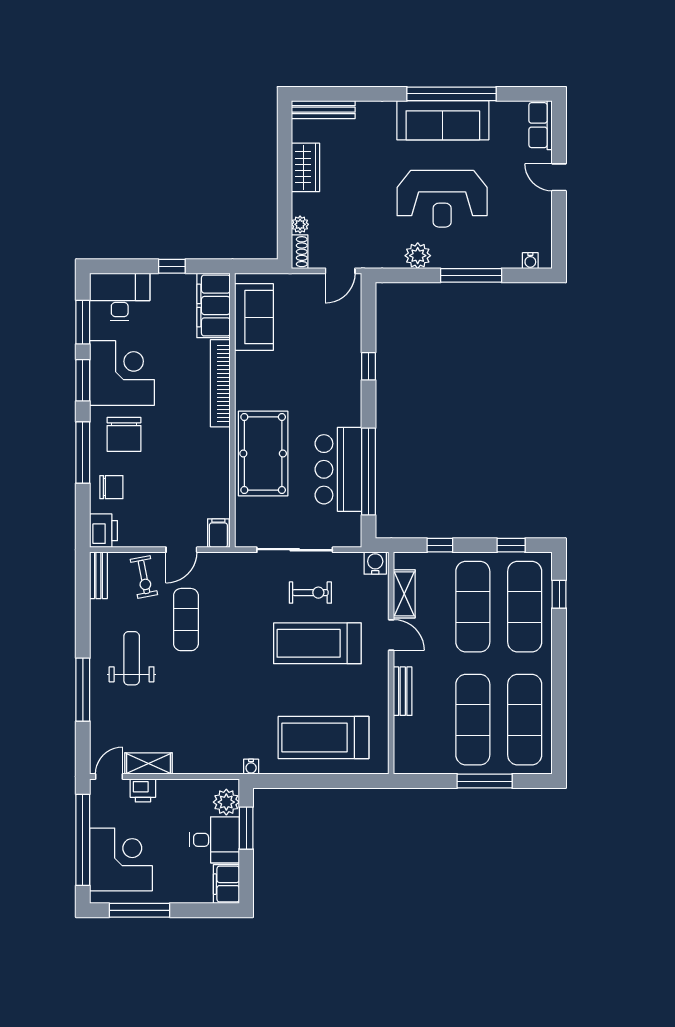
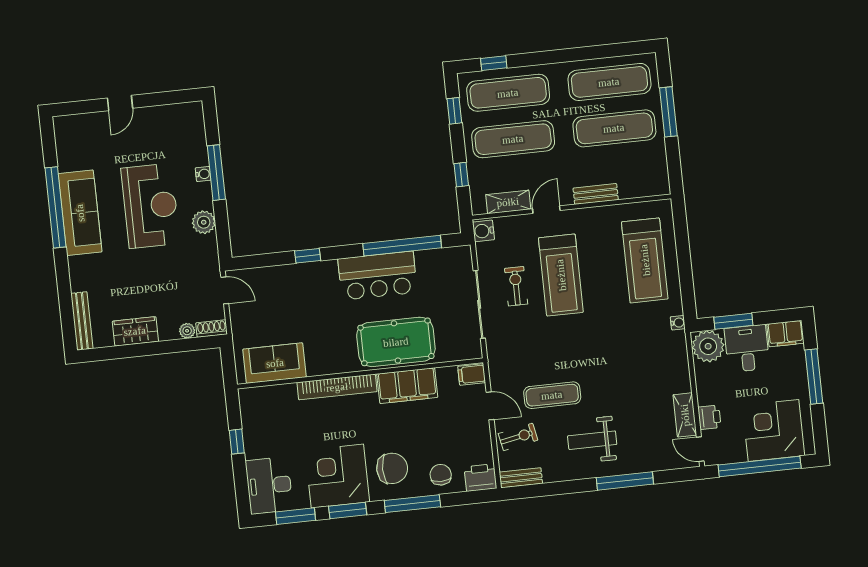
row of seats: (541, 125) -> (75, 125), removed
water cooler: (530, 261) -> (203, 174), moved
filing cabinet: (213, 305) -> (407, 386), moved
bar counter: (338, 469) -> (378, 276), moved
plant: (226, 802) -> (708, 346), width x1.36, depth x1.36
window: (139, 910) -> (814, 377), moved

